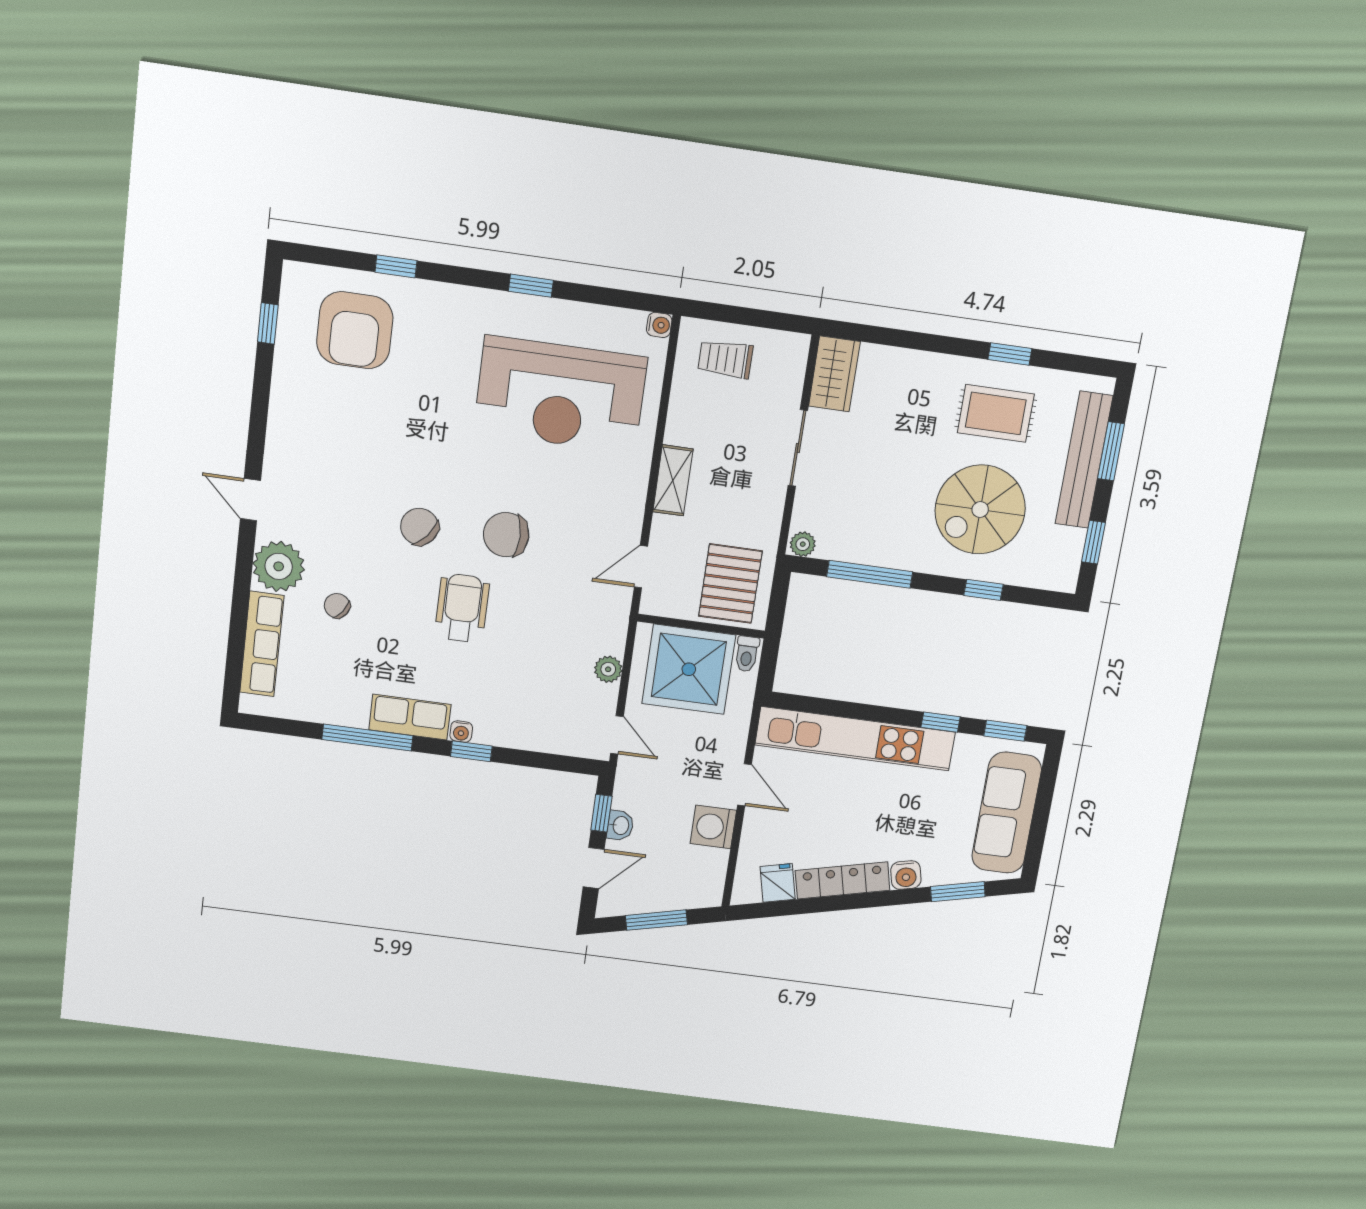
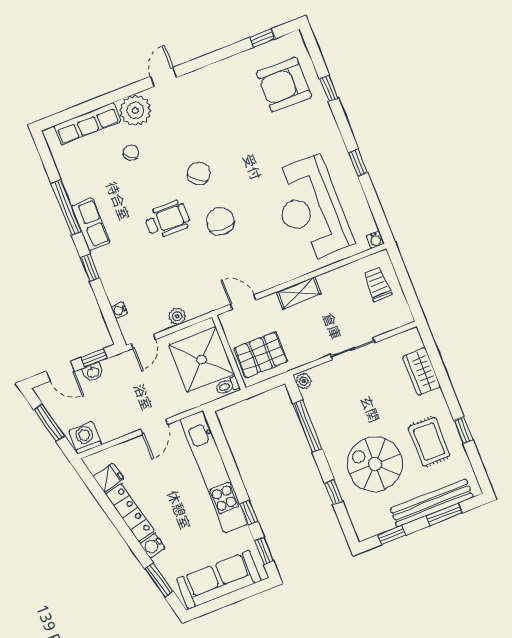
wardrobe: (834, 374) -> (422, 372), moved, turned 90
water cooler: (461, 732) -> (119, 310), moved
washing machine: (713, 827) -> (85, 437), moved

